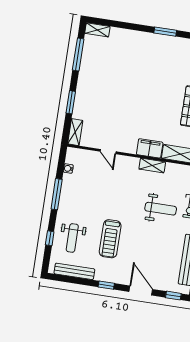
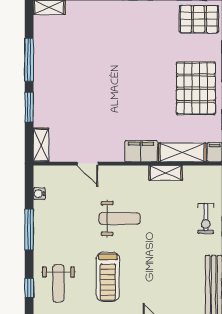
window: (78, 55) -> (29, 60), moved
shelving: (152, 165) -> (166, 173), moved
weight bench: (161, 209) -> (119, 219), moved

